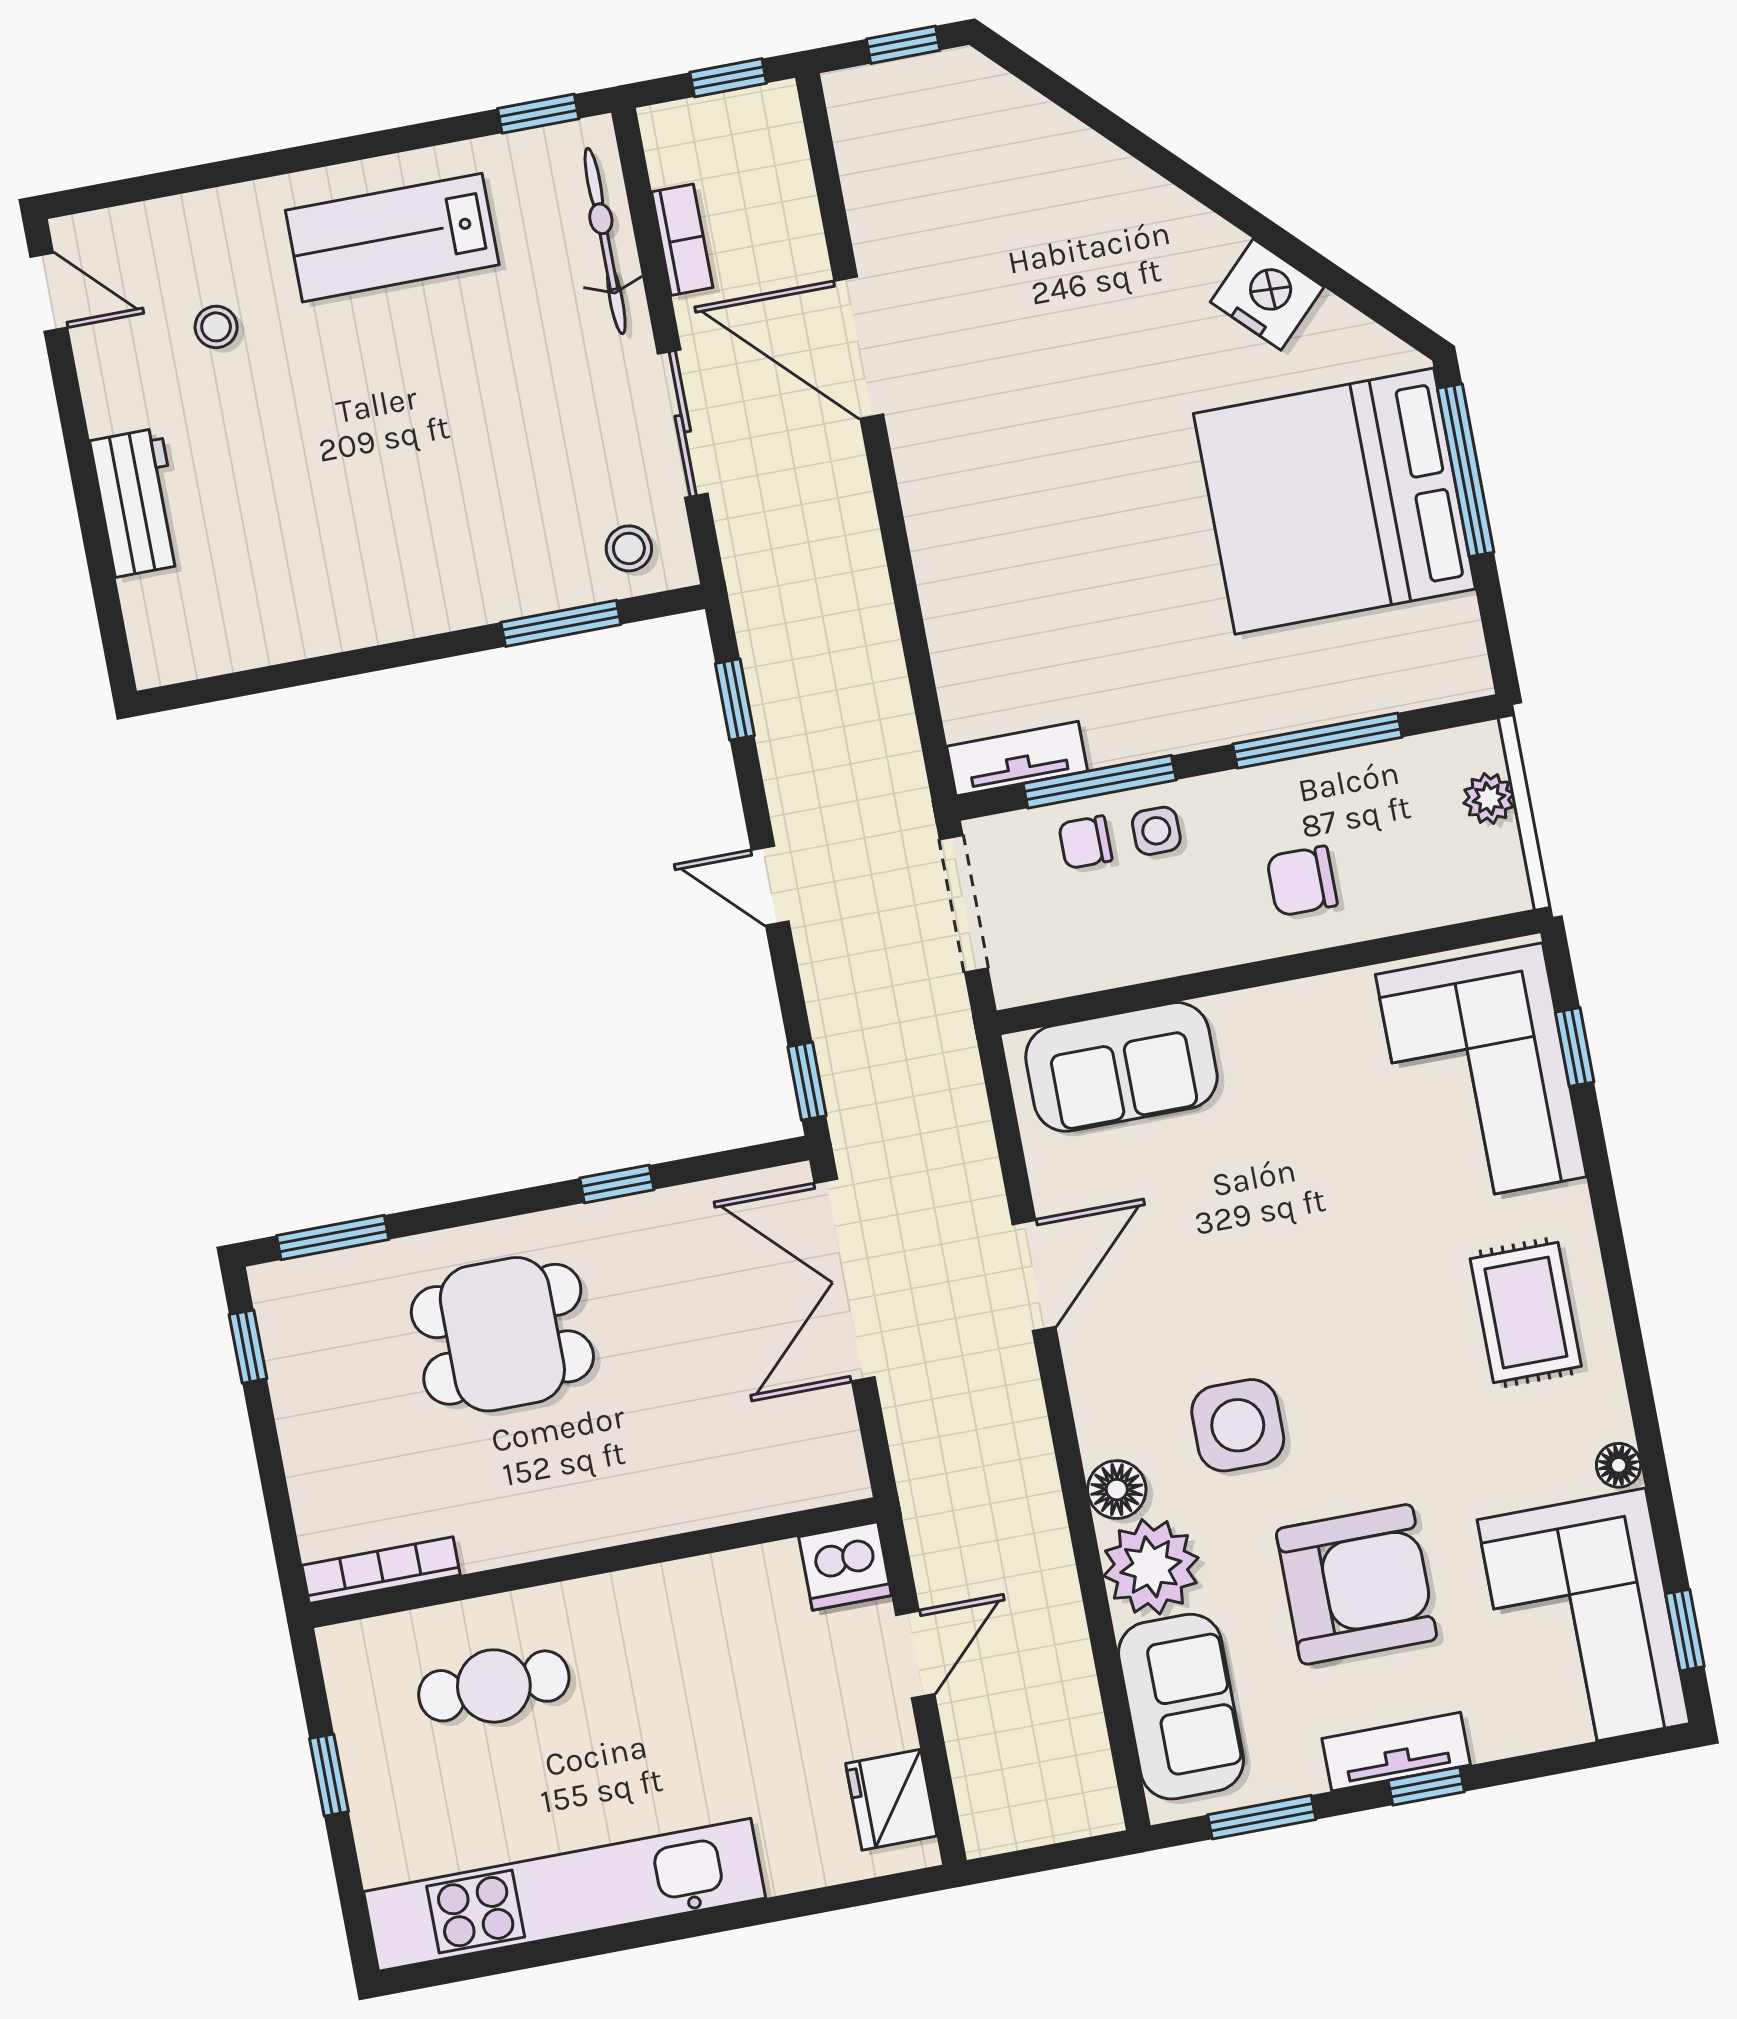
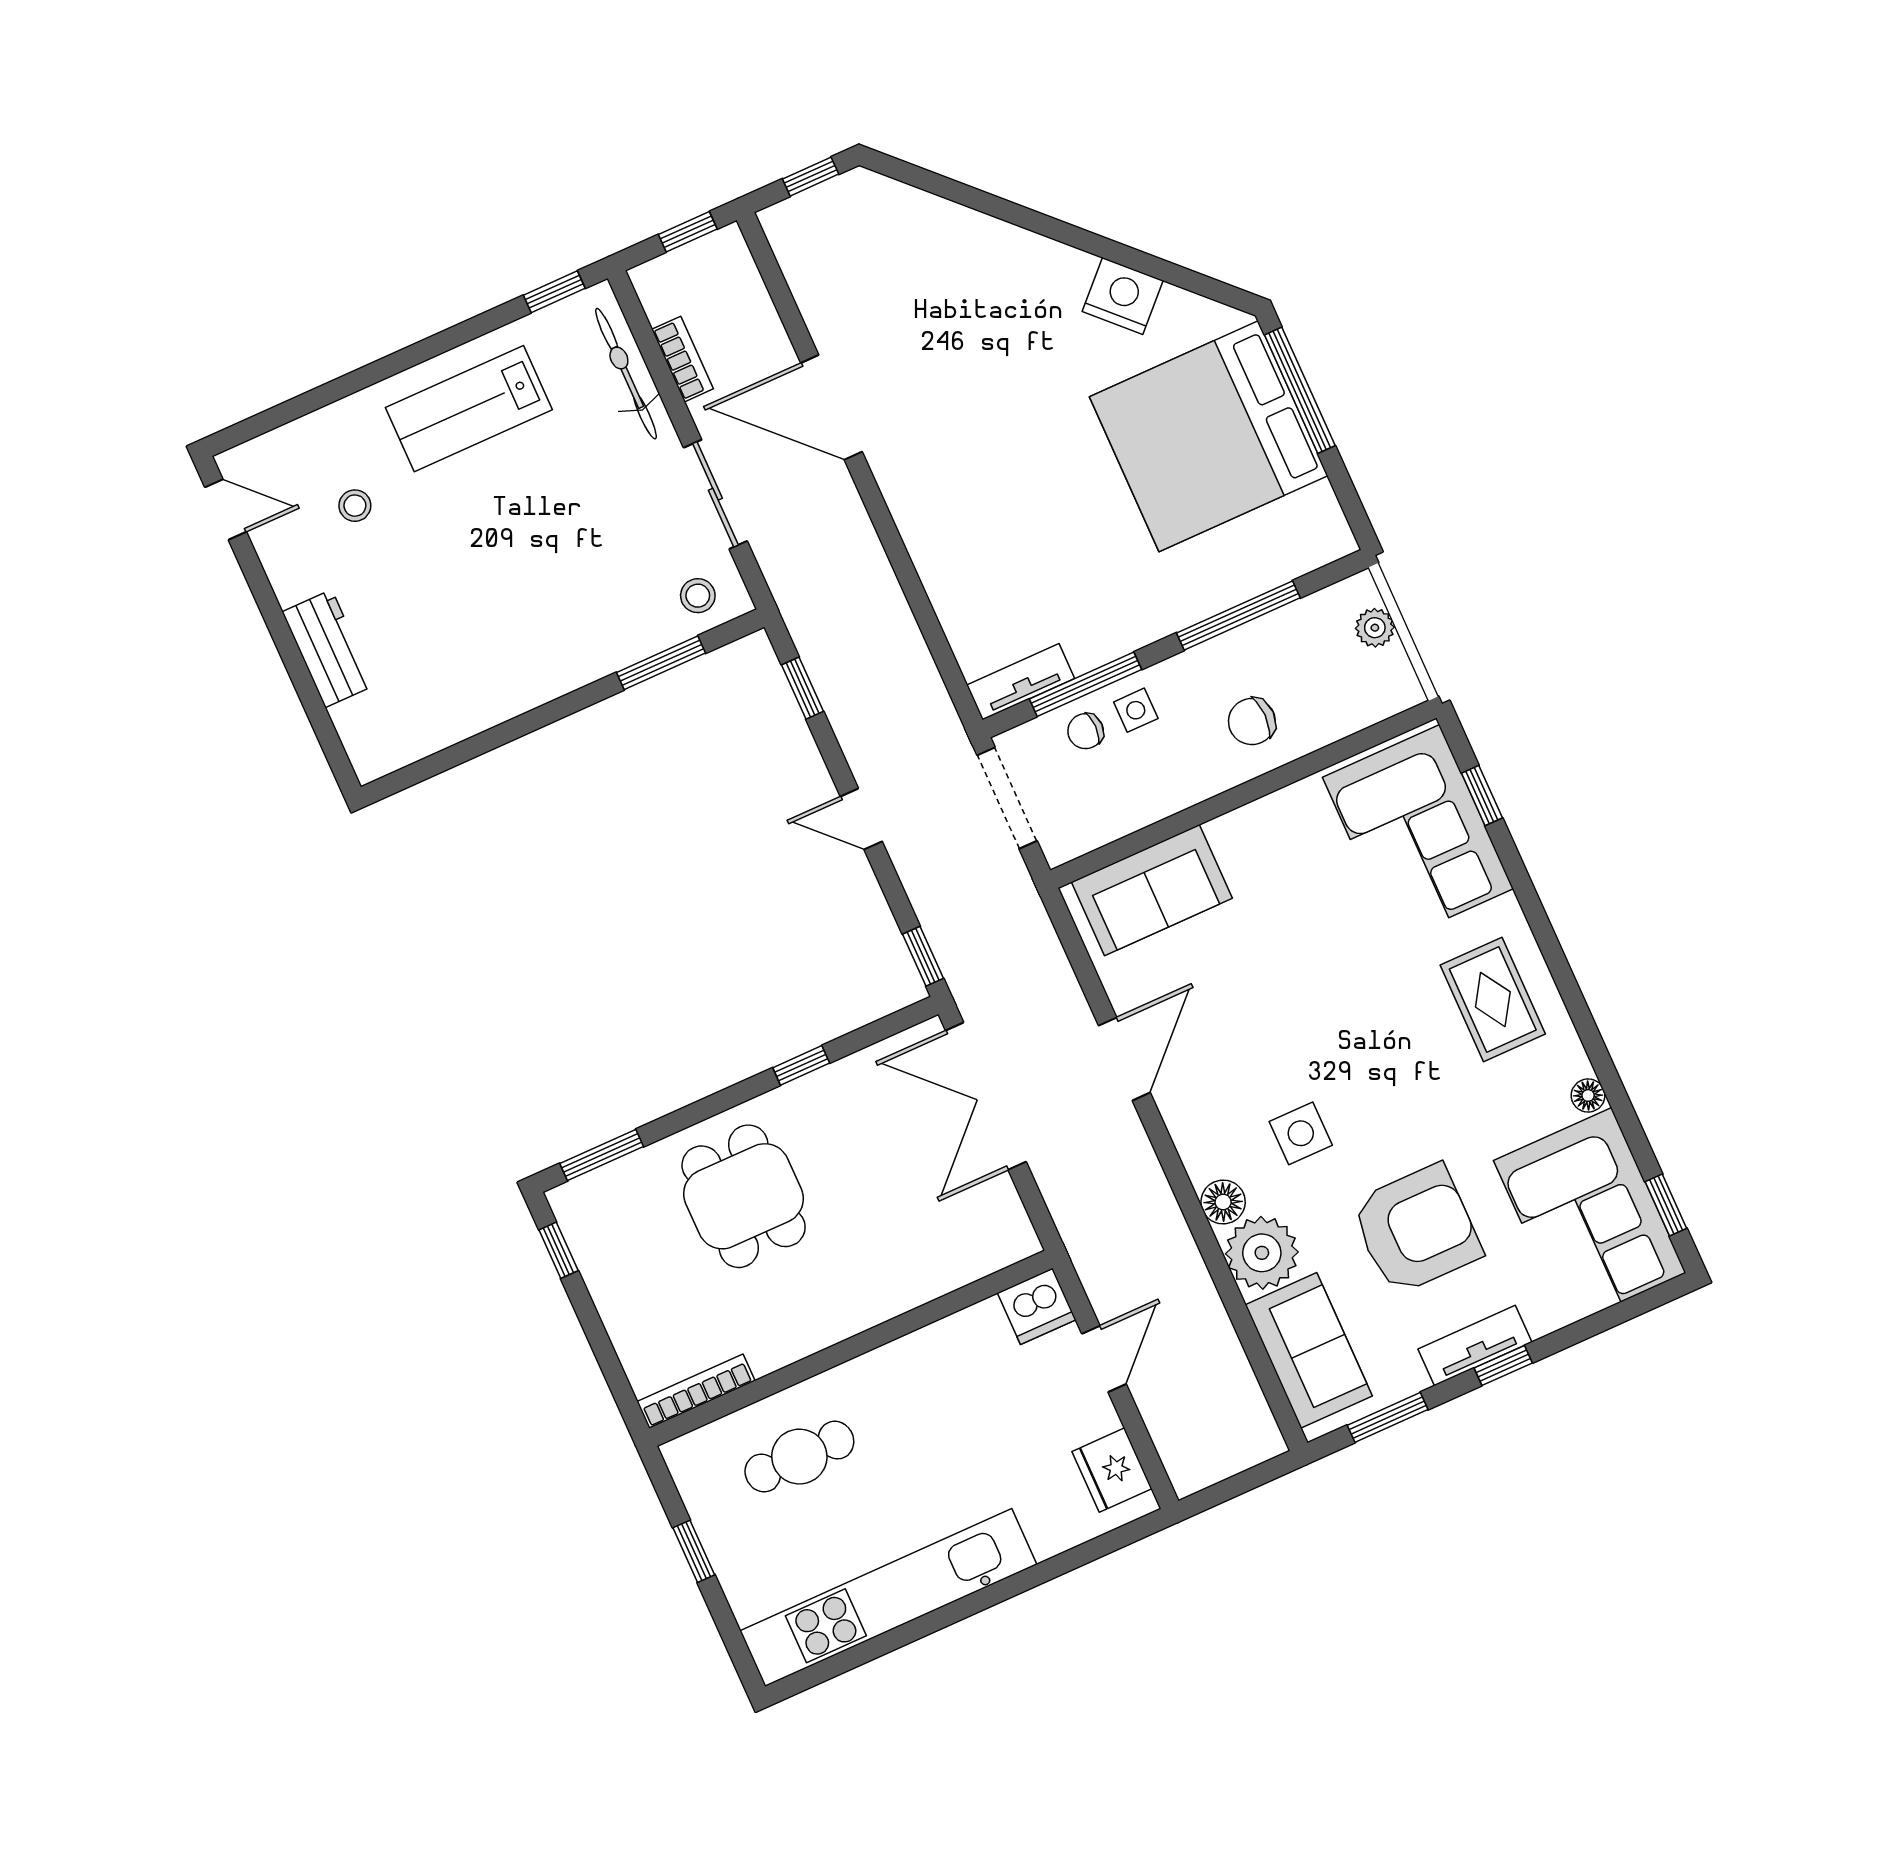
dining table: (502, 1334) -> (744, 1196), turned 90
side table: (1238, 1425) -> (1301, 1133), width x0.73, depth x0.73

